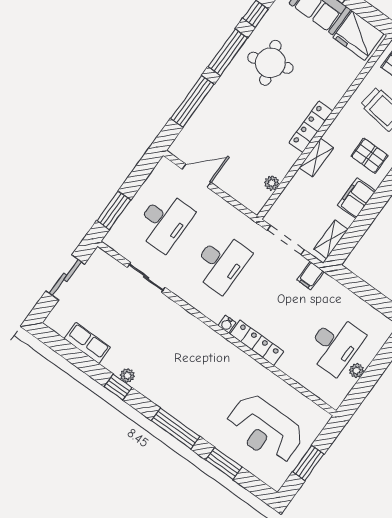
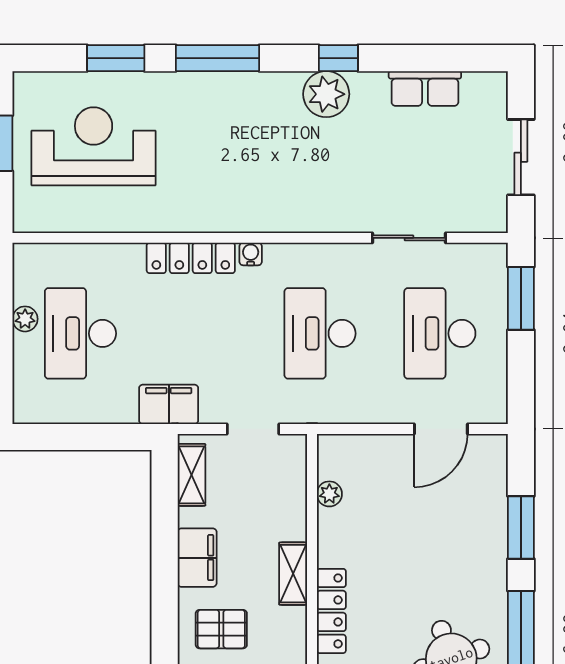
window: (192, 101) -> (521, 527), width x0.69
doorway: (286, 240) -> (253, 429), width x0.73
filing cabinet: (310, 276) -> (169, 404), width x2.00
plant: (127, 376) -> (326, 94), width x1.88, depth x1.88

